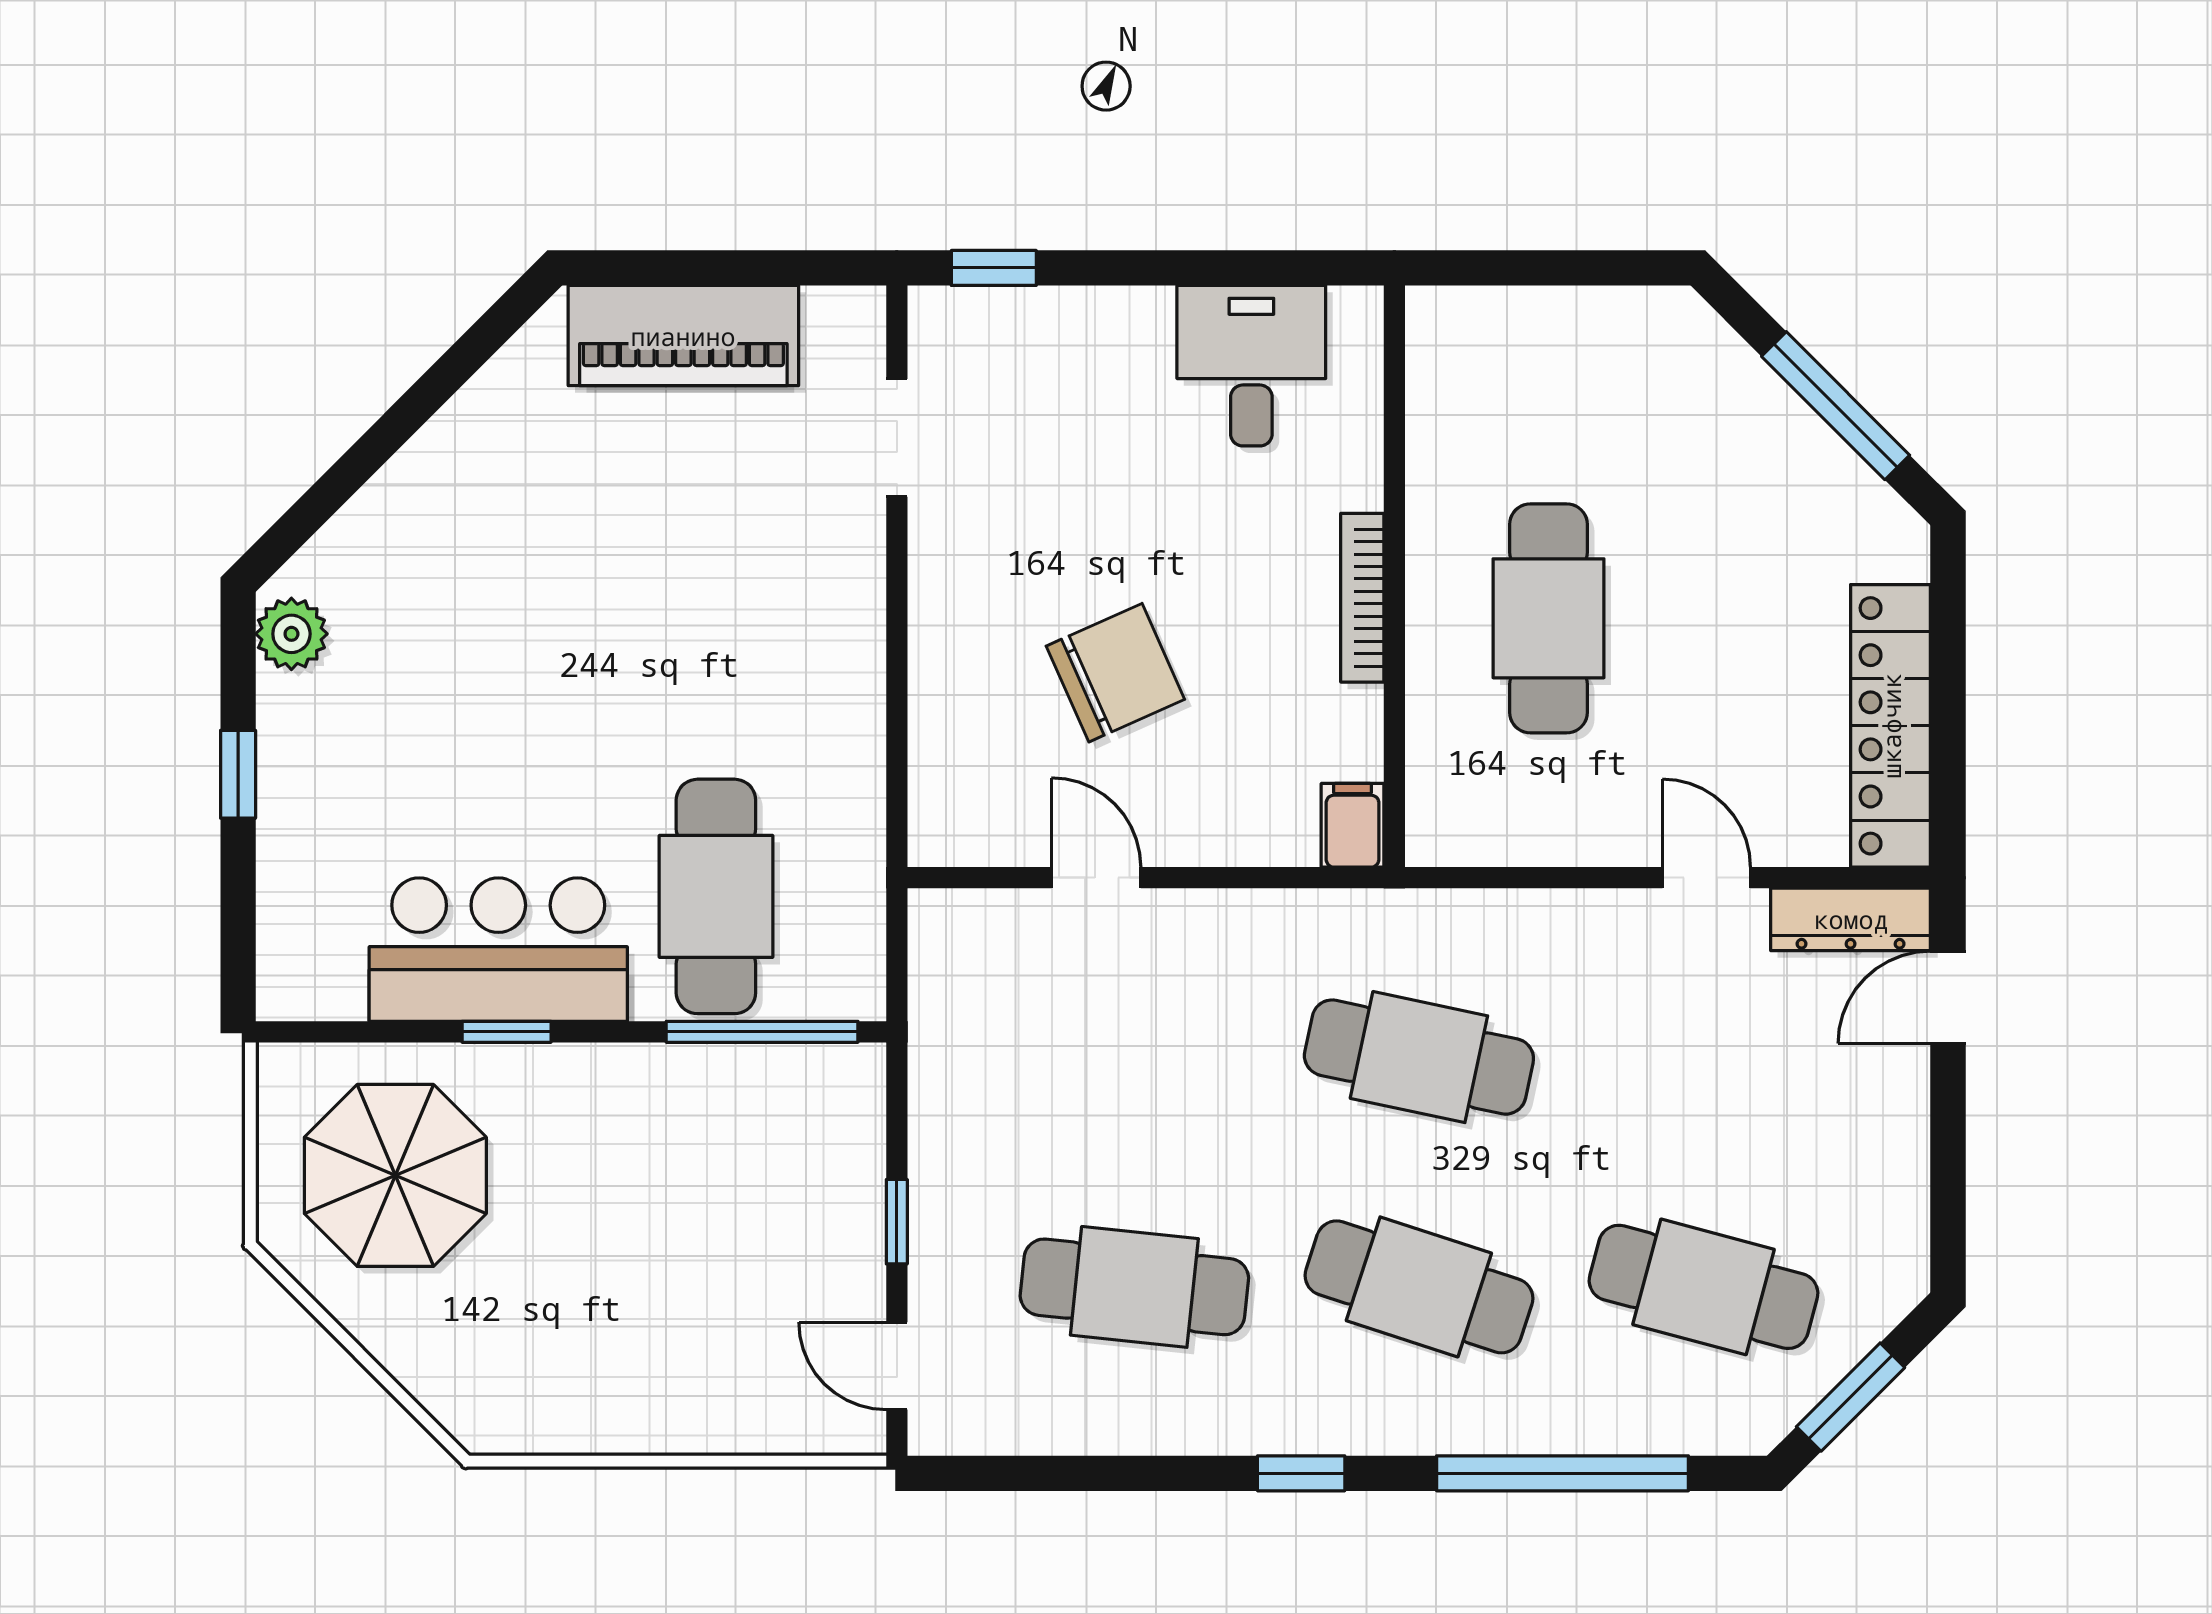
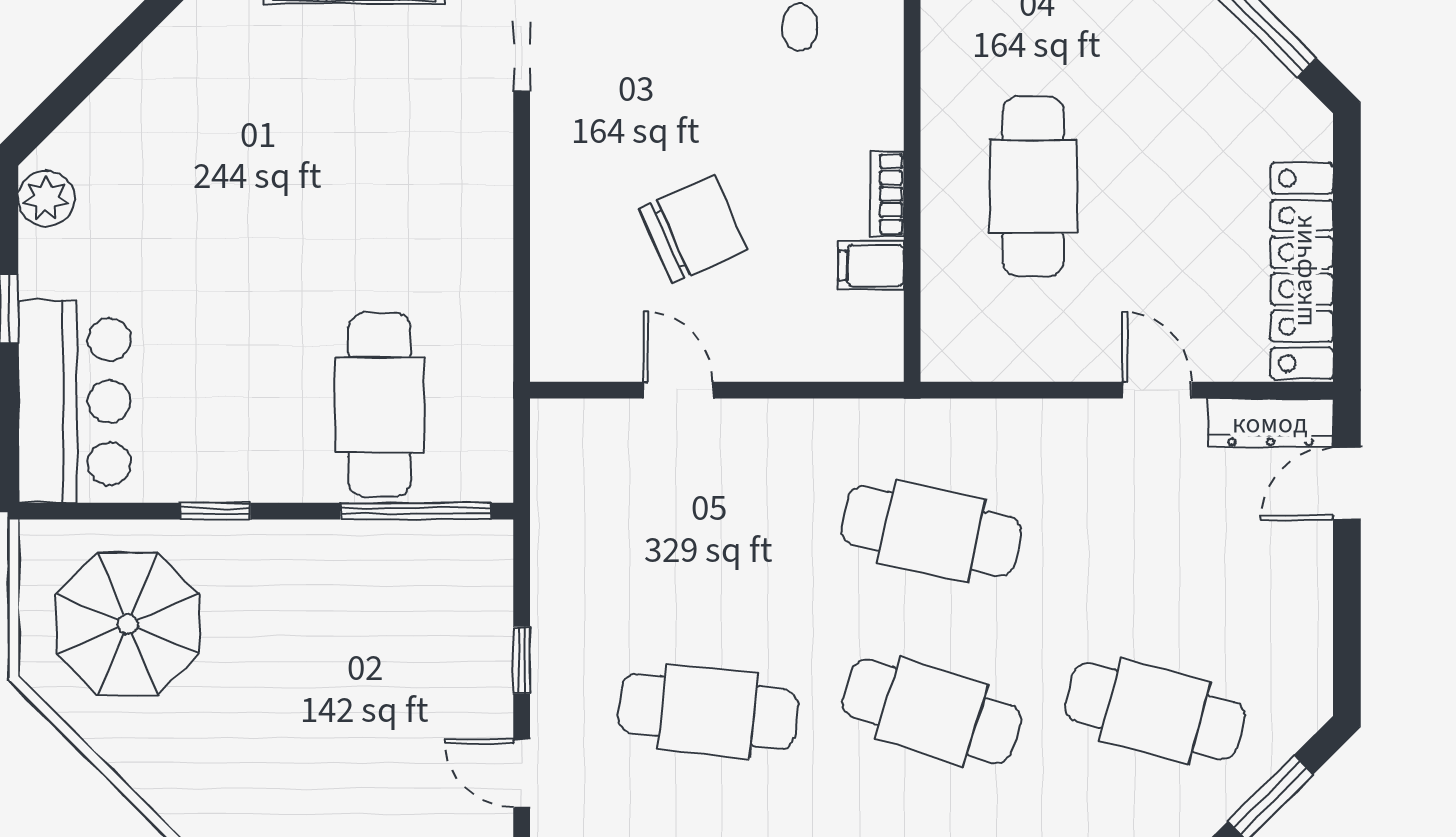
bookcase: (1362, 598) -> (887, 194), width x0.64
filing cabinet: (1353, 825) -> (871, 266), moved, turned -90
bar counter: (498, 950) -> (74, 401), moved, turned 90

